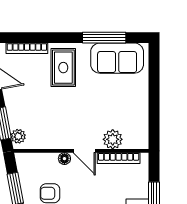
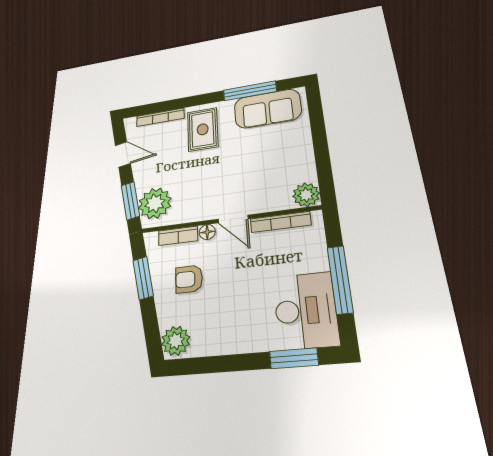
plant: (18, 136) -> (155, 203), width x1.88, depth x1.88
plant: (113, 139) -> (306, 195), moved
bookcase: (42, 159) -> (178, 236), added

